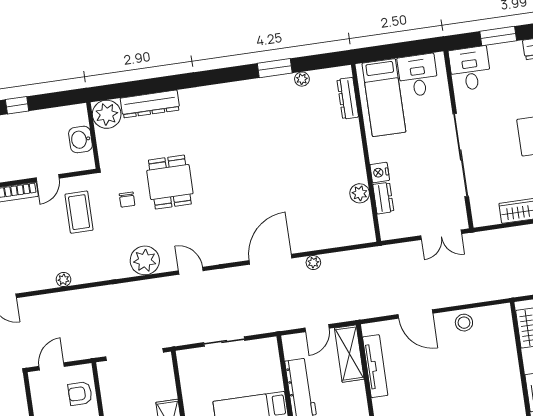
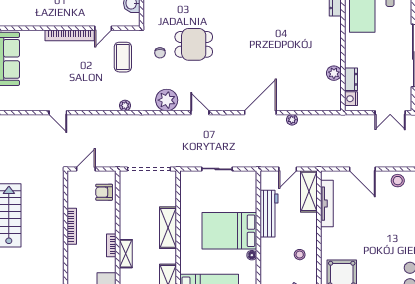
nightstand: (380, 172) -> (351, 99), moved
dining table: (170, 182) -> (194, 44), turned 90
plant: (63, 280) -> (125, 106), moved

